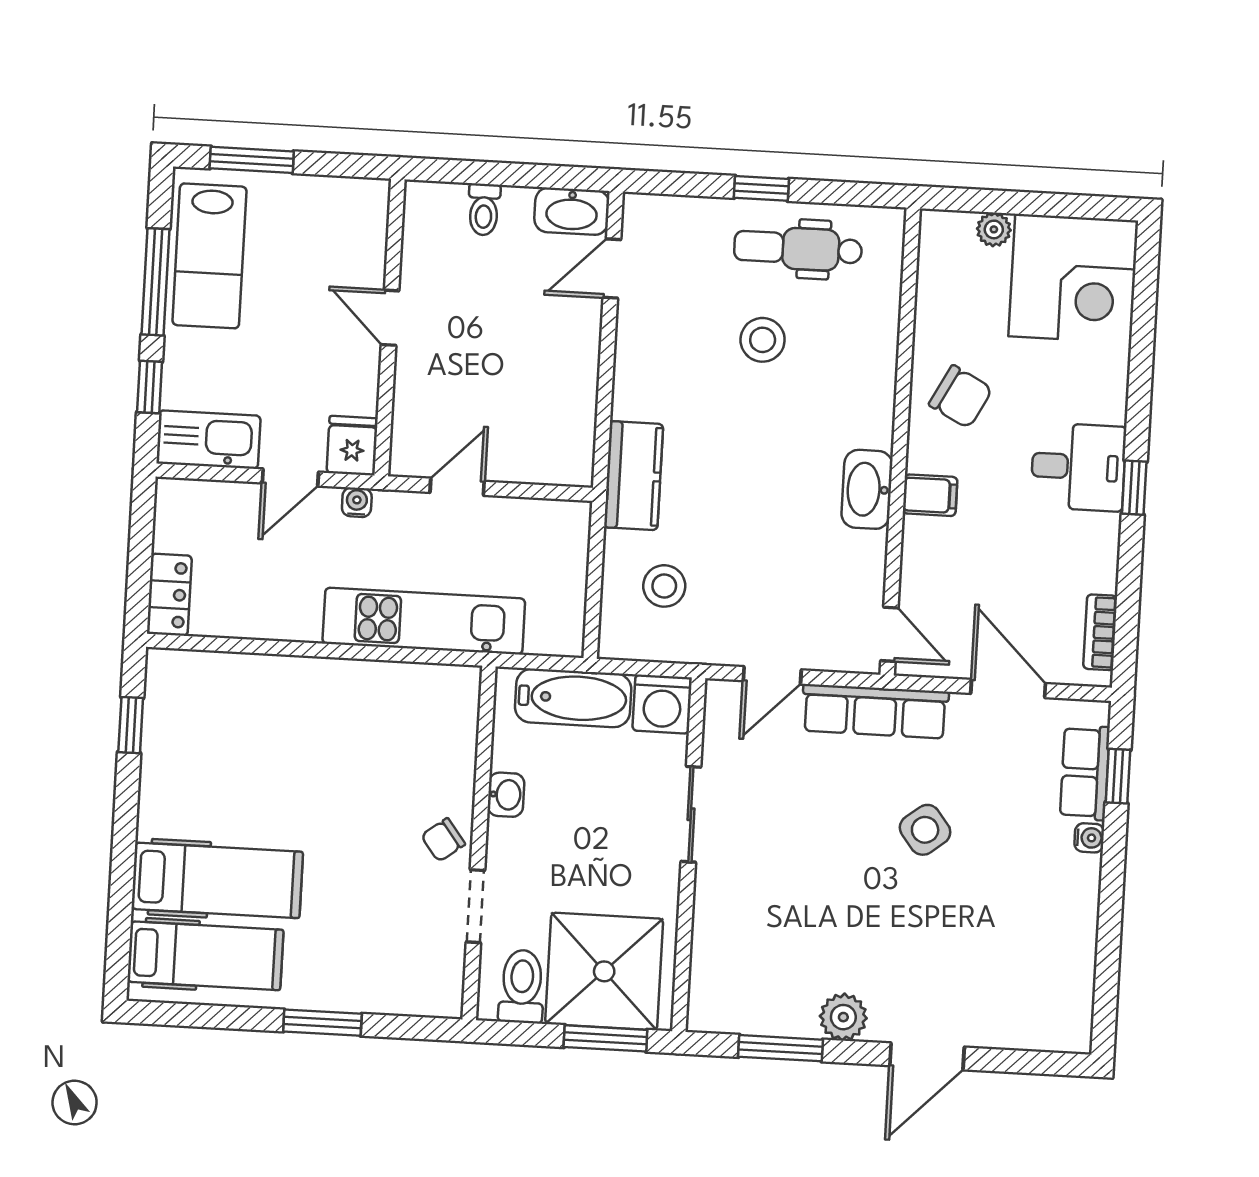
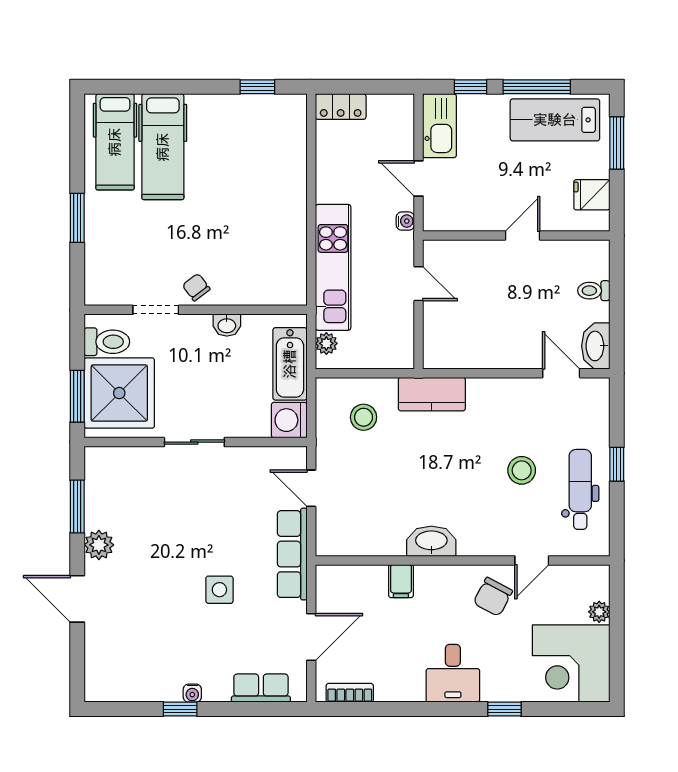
fridge: (352, 446) -> (592, 195), moved, turned 180
window: (1134, 488) -> (504, 709), moved
filing cabinet: (930, 495) -> (401, 581), moved
door: (889, 634) -> (532, 560), moved
plant: (544, 638) -> (326, 343), added
window: (1118, 776) -> (180, 709), moved
sliding door: (691, 814) -> (194, 442), moved
side table: (925, 830) -> (219, 590), turned 38
water cooler: (1089, 838) -> (192, 693), moved

